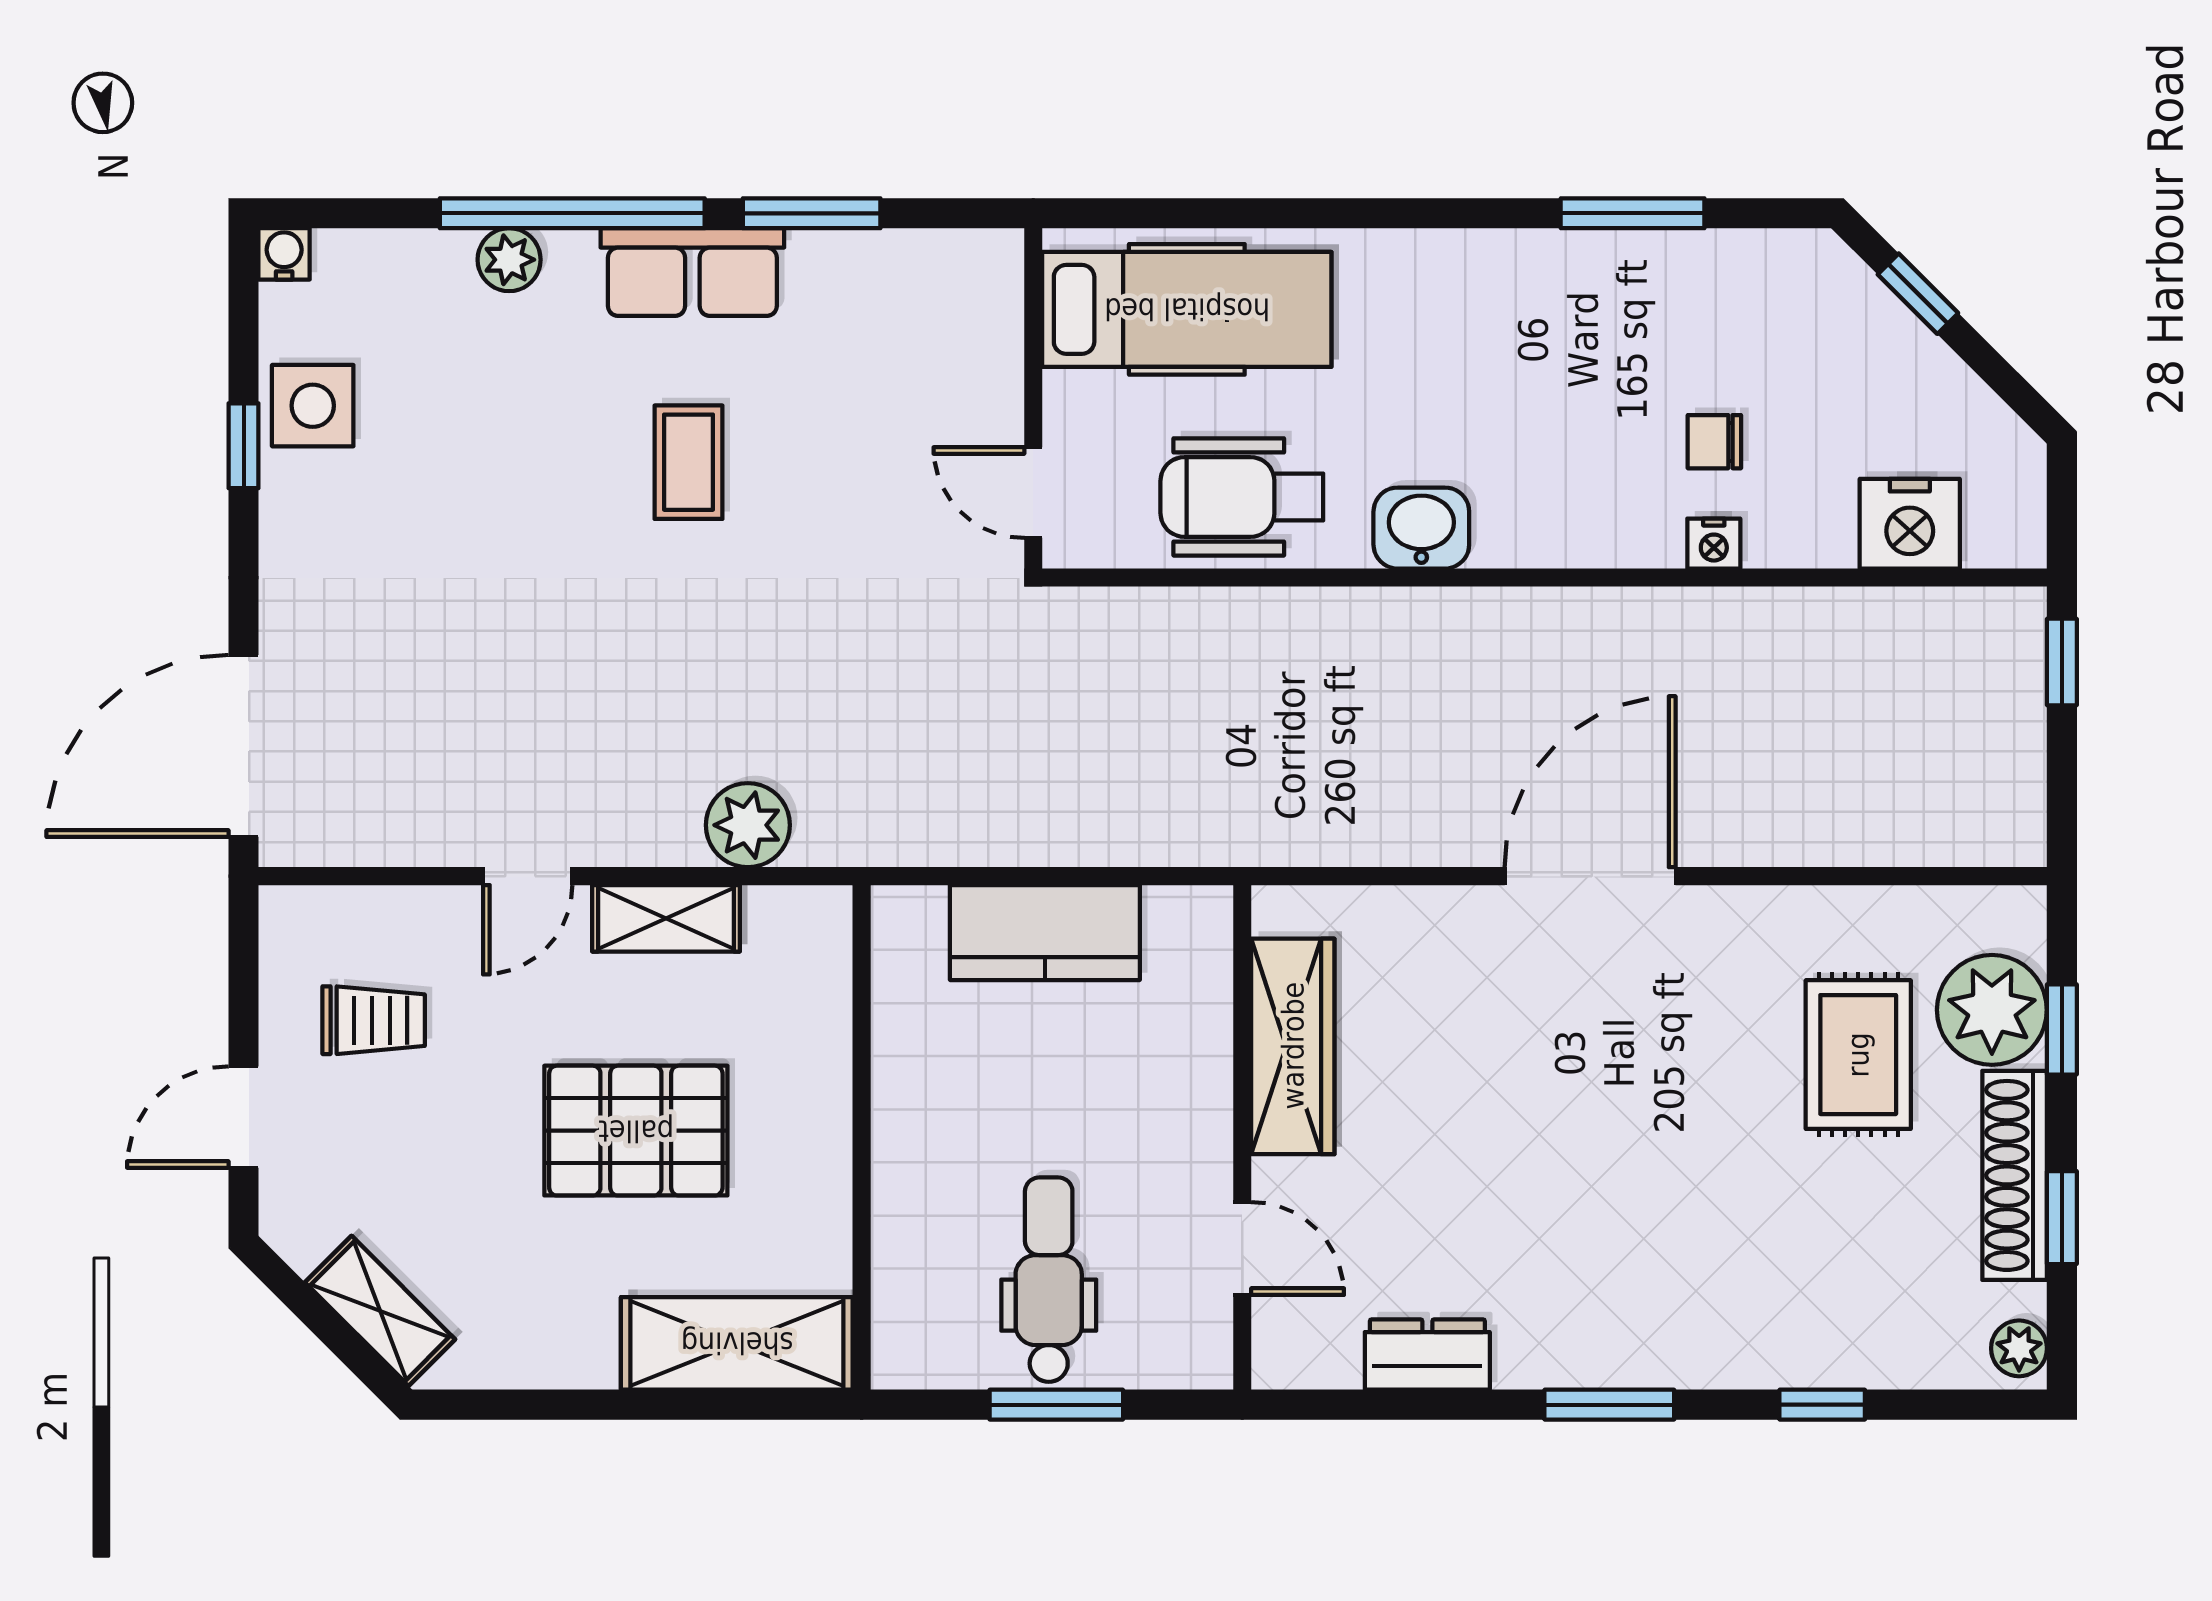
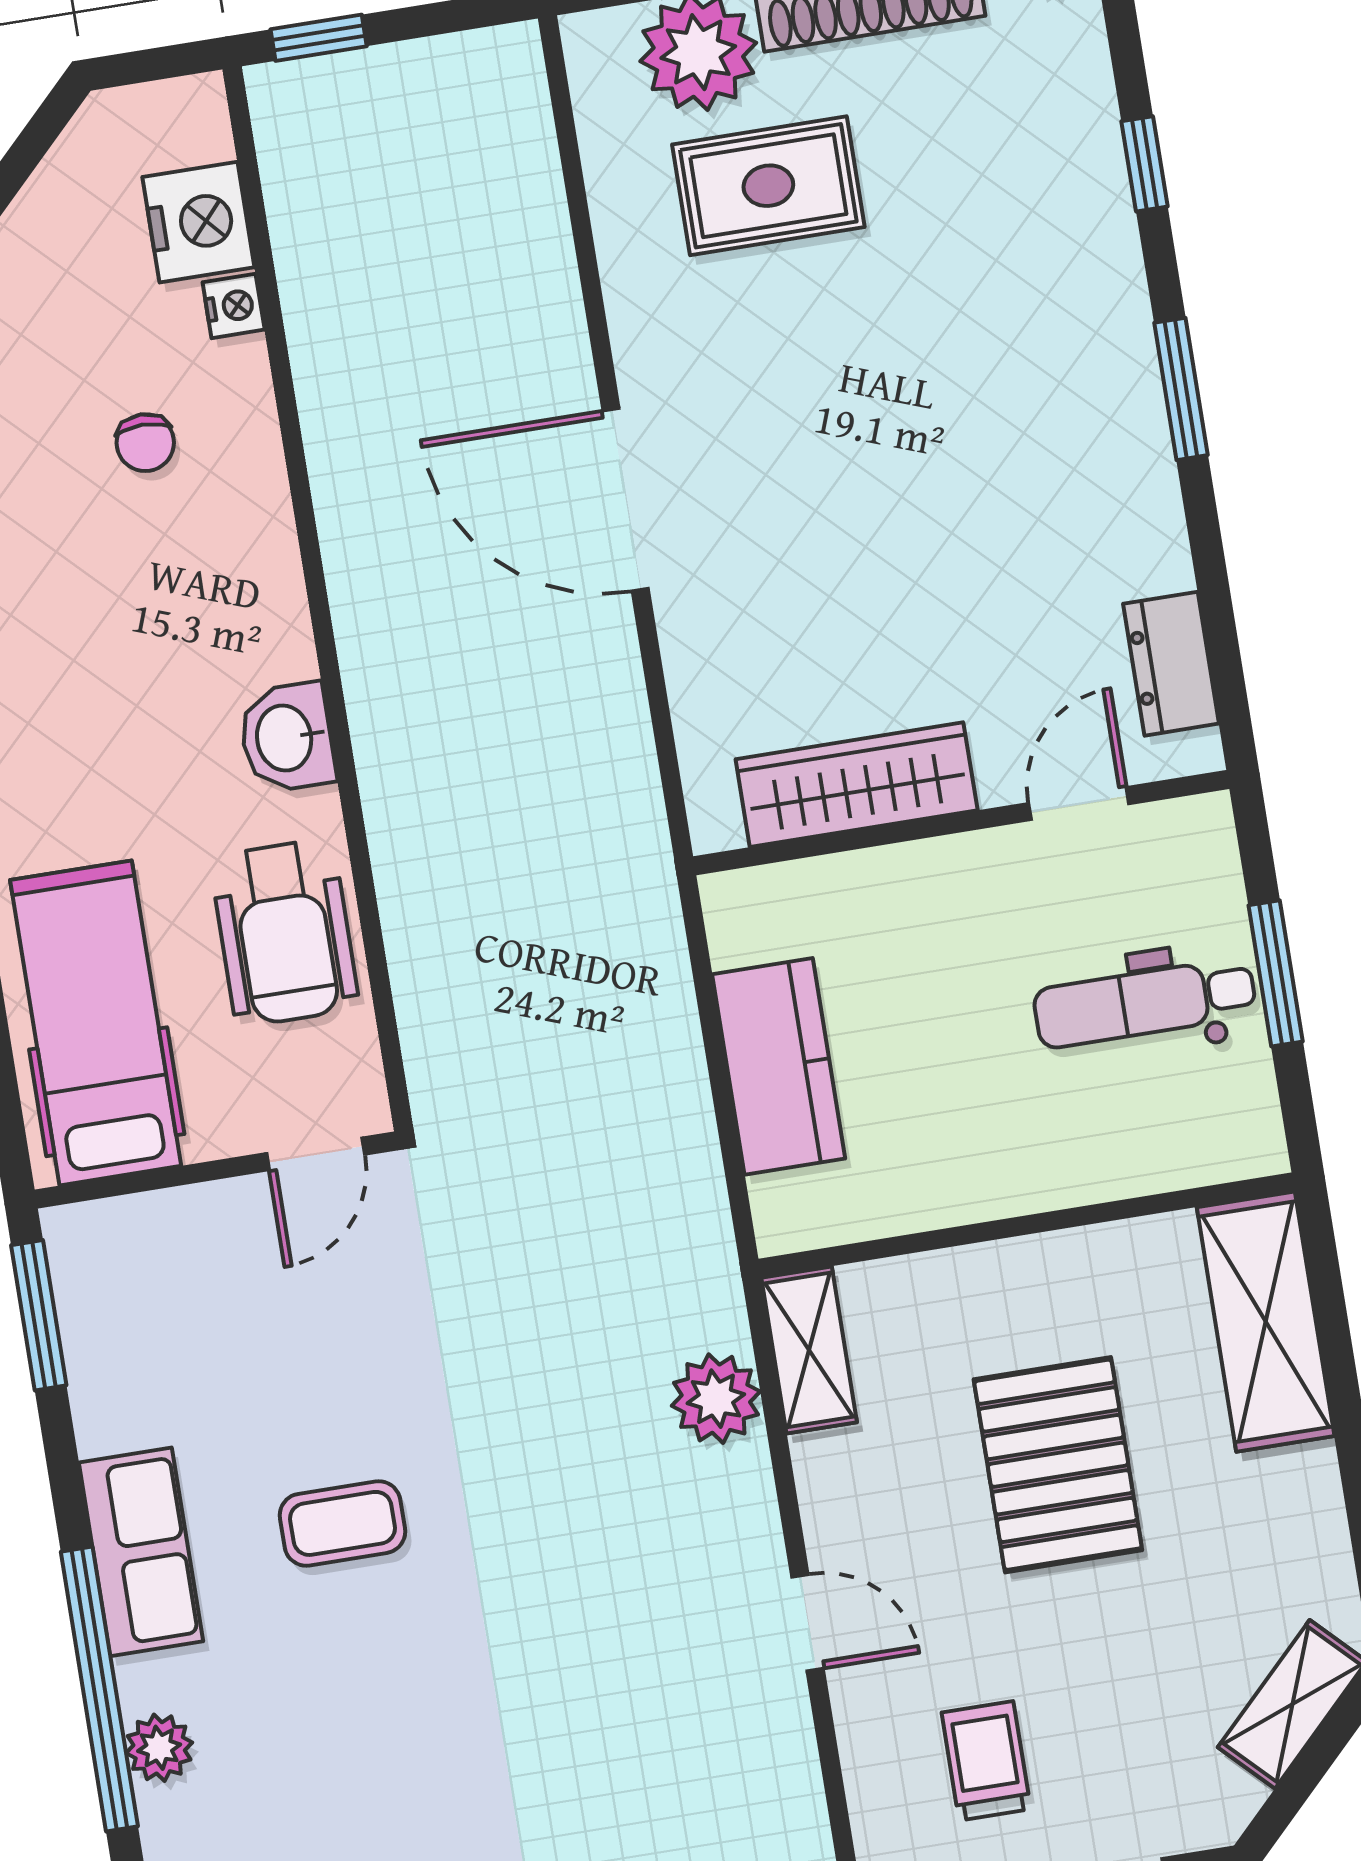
window: (812, 213) -> (39, 1315), moved
nightstand: (1714, 544) -> (234, 306), moved
shelving: (666, 918) -> (809, 1350), moved
dresser: (1427, 1355) -> (1171, 664), moved

